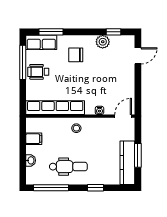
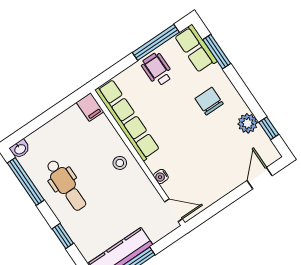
door: (138, 56) -> (260, 178), swing flipped
filing cabinet: (34, 139) -> (90, 107), moved
washbasin: (31, 160) -> (20, 149), moved

